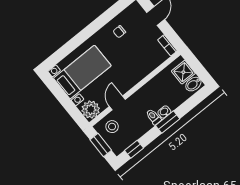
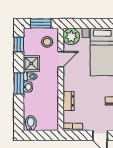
dresser: (148, 67) -> (69, 101), added
shower: (183, 72) -> (31, 63), moved
door: (117, 103) -> (61, 59), hinge flipped

